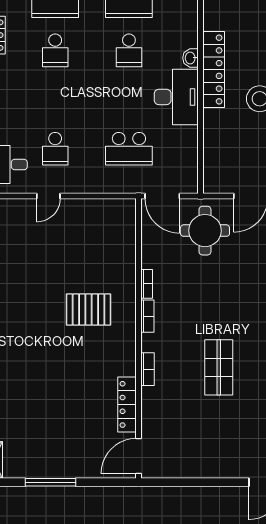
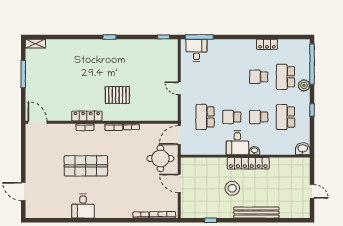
desk: (176, 97) -> (237, 143), width x0.73
school desk: (55, 149) -> (232, 117), moved
door: (48, 196) -> (179, 88), moved
pallet: (89, 310) -> (117, 95), turned 90
shop shelf: (219, 367) -> (86, 166), width x1.43, depth x1.36
locker: (127, 404) -> (87, 116), moved

